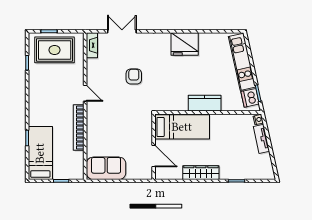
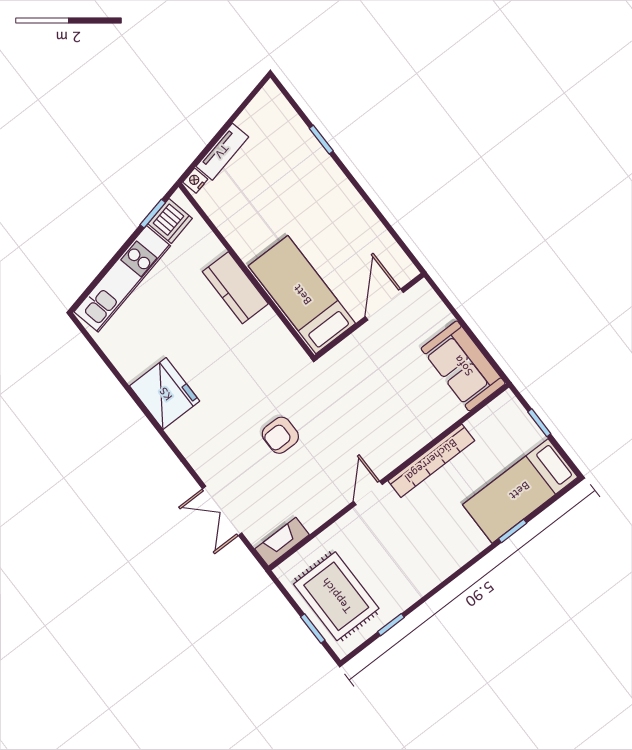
wardrobe: (201, 173) -> (352, 207), removed

